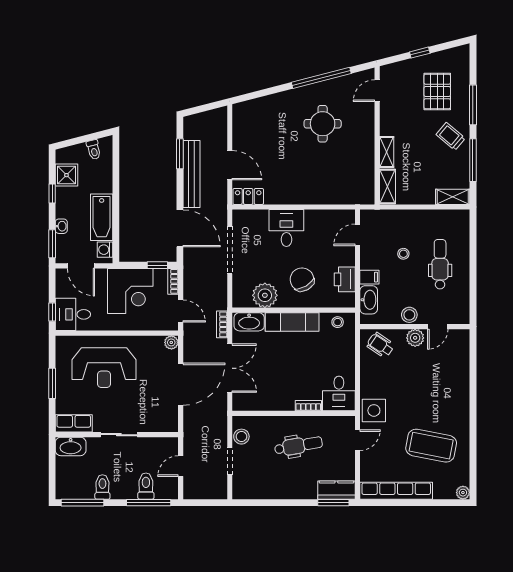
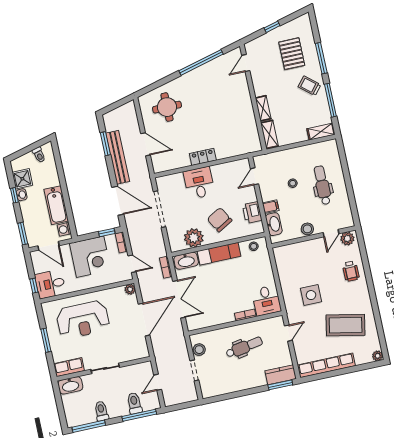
round table: (323, 124) -> (167, 107), moved
locker: (248, 196) -> (203, 157), moved
washbasin: (61, 226) -> (22, 195), moved
plant: (415, 338) -> (347, 239), moved
wheelchair: (380, 345) -> (351, 271), moved, turned -124
side table: (374, 410) -> (311, 295), moved

